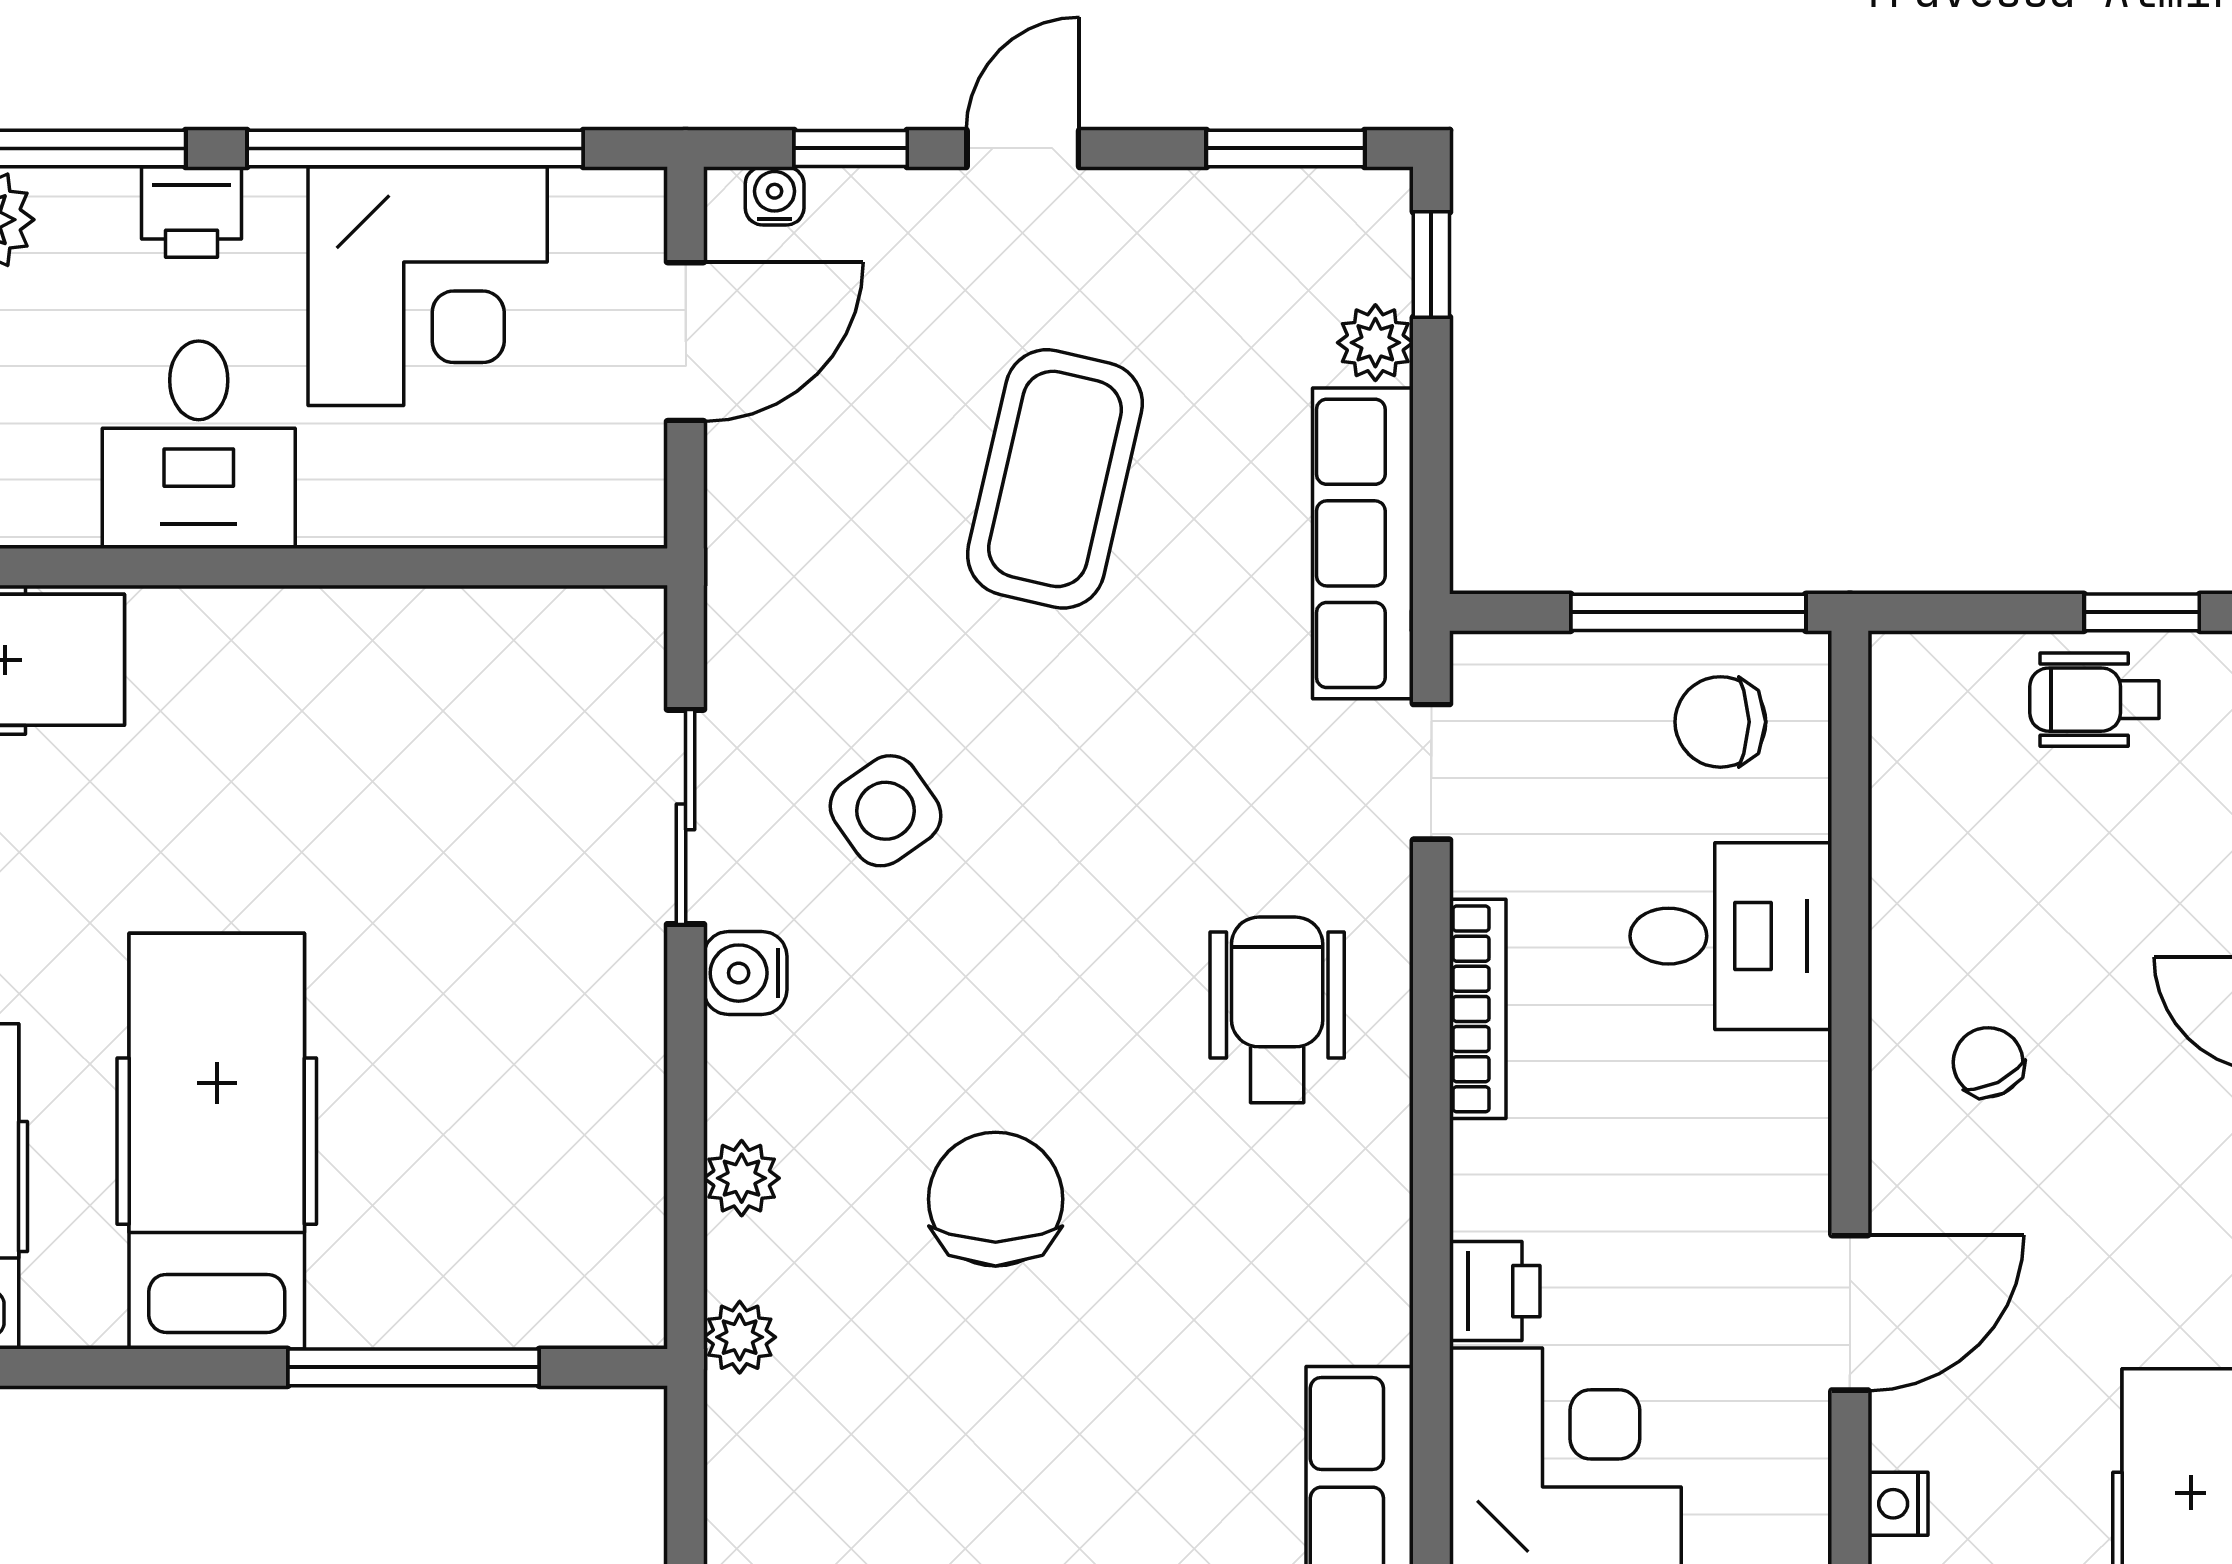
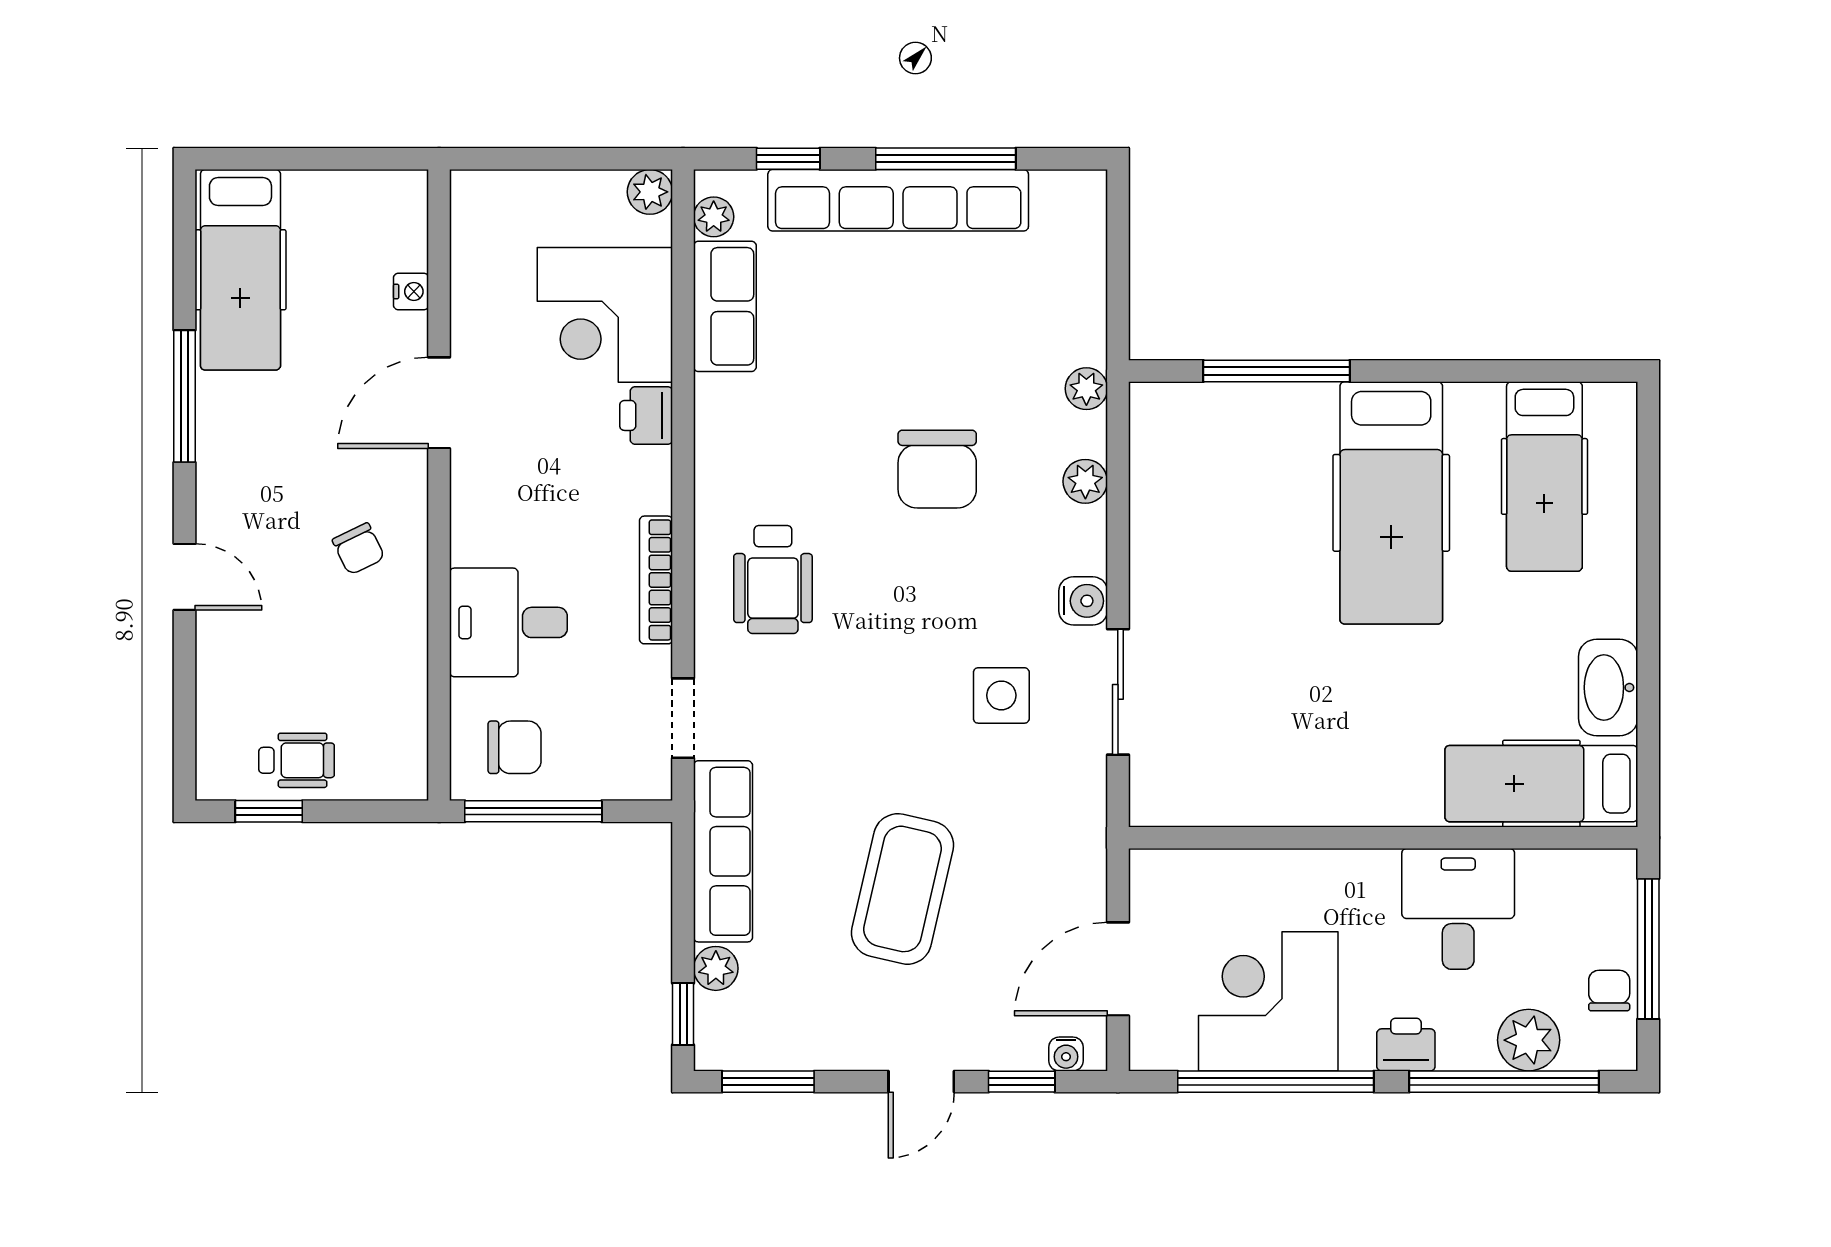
desk: (199, 445) -> (1458, 909), moved
side table: (886, 811) -> (1001, 695), turned 35

